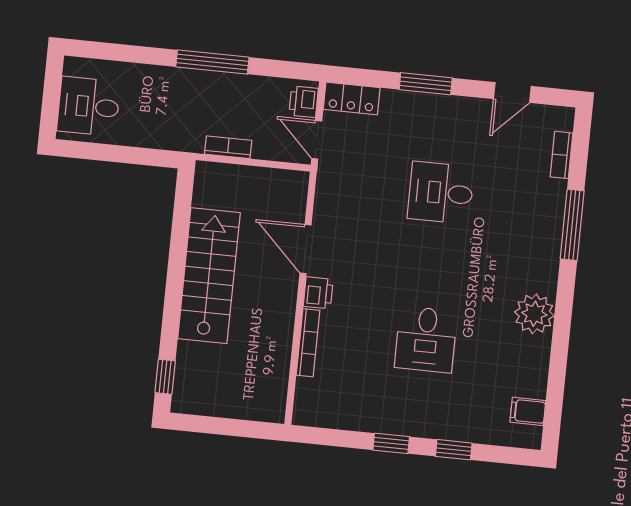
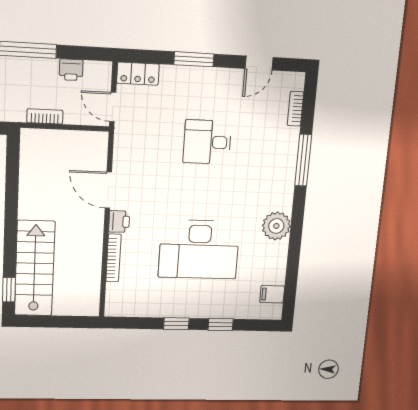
printer: (304, 102) -> (71, 70), moved, turned -90
stairs: (209, 276) -> (35, 268), moved
desk: (426, 339) -> (199, 250), width x1.87, depth x1.30

